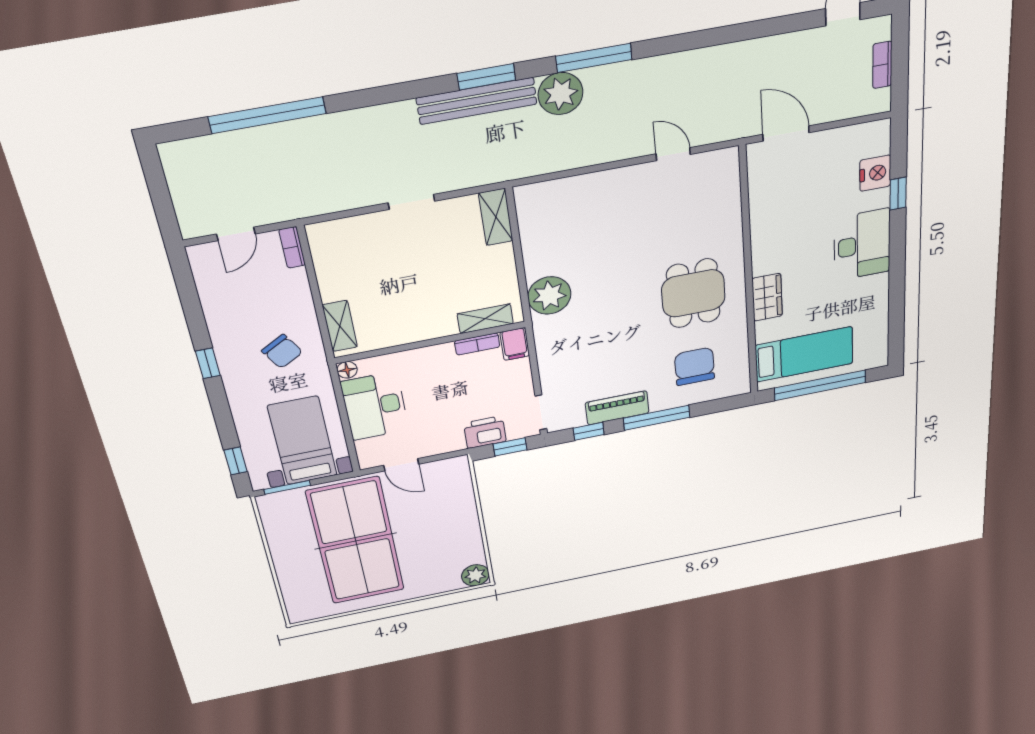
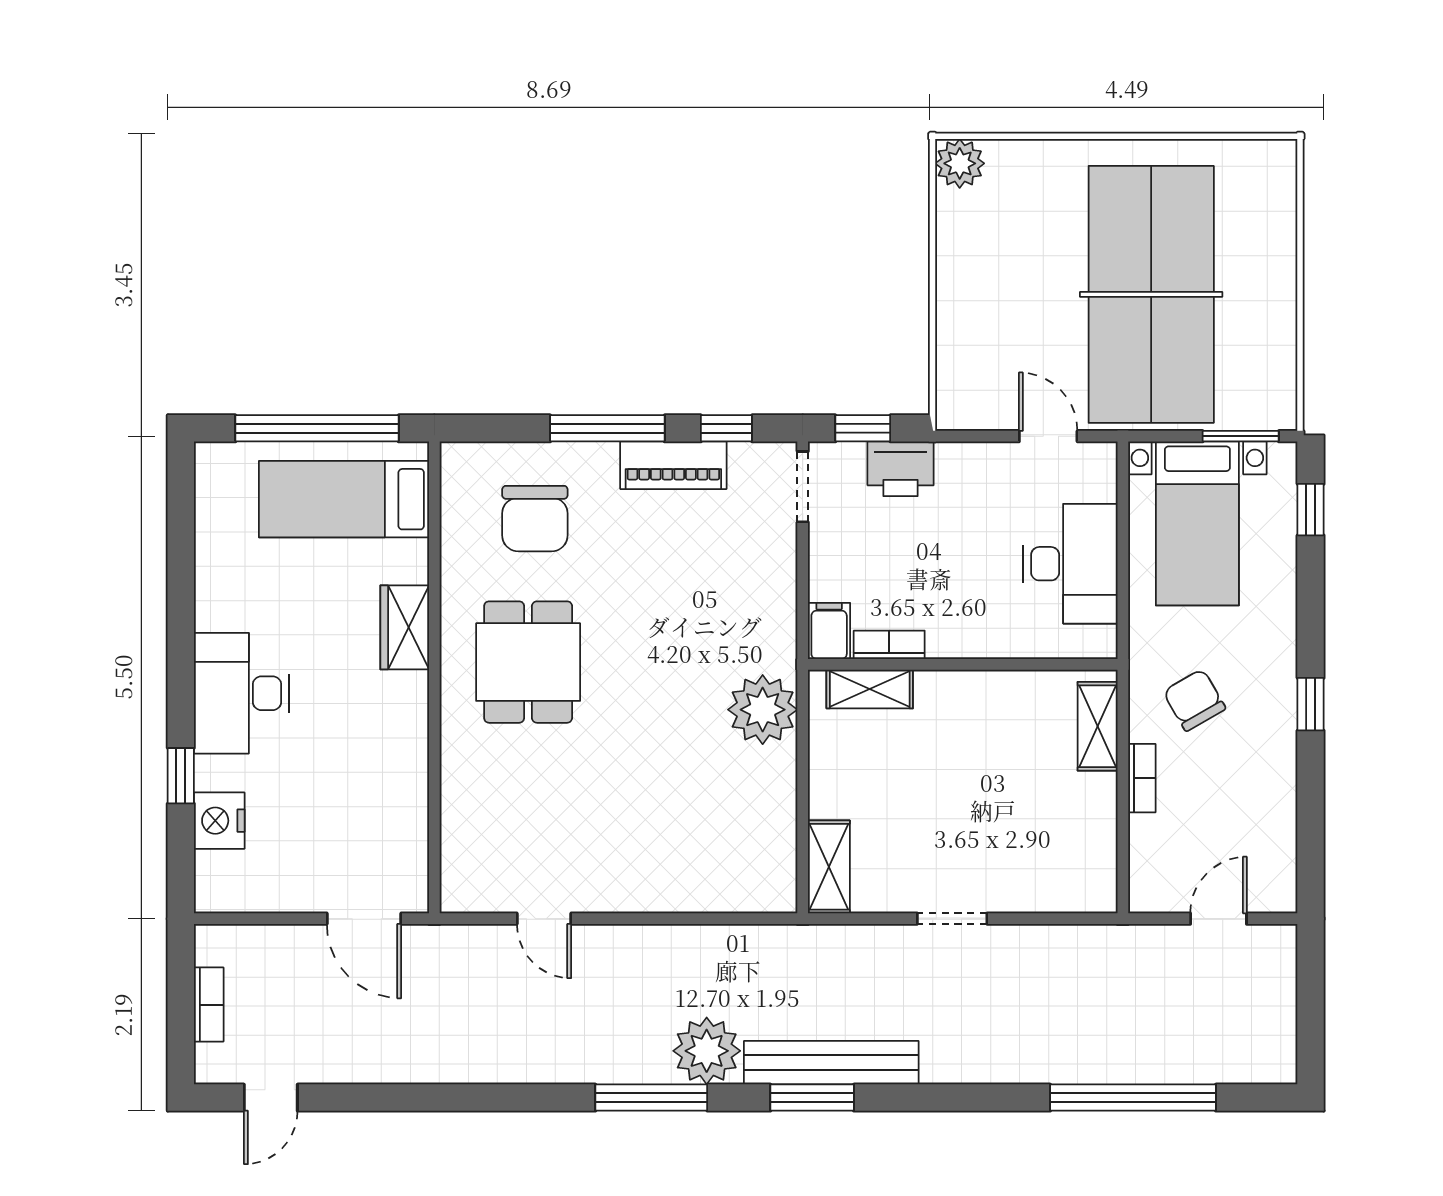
bookcase: (292, 247) -> (1142, 778), moved
floor lamp: (347, 370) -> (1102, 643), removed

